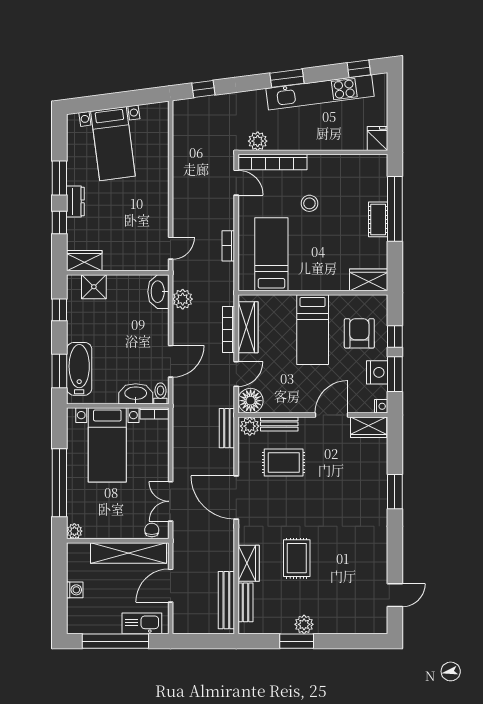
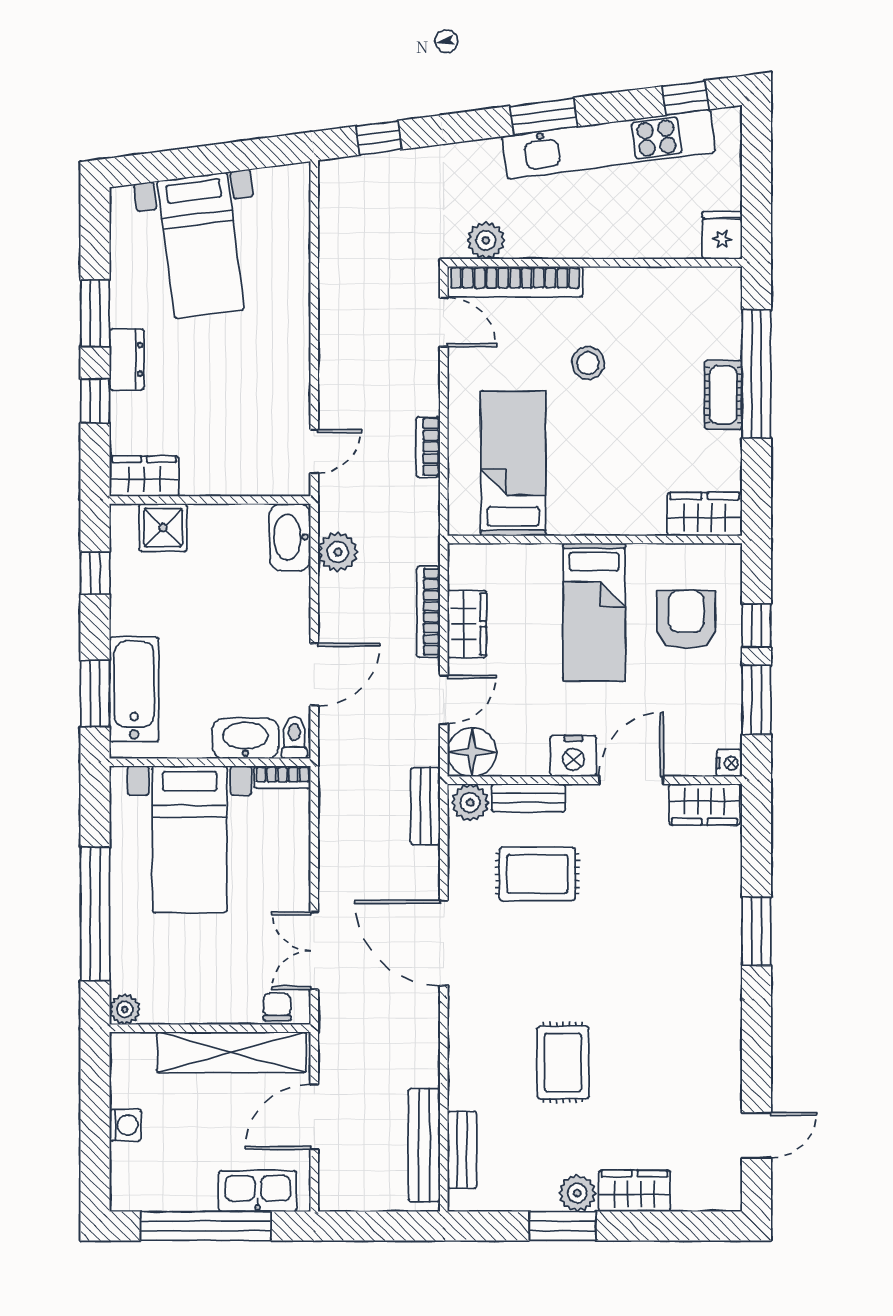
wardrobe: (248, 327) -> (467, 624), width x0.67
nightstand: (377, 372) -> (573, 756), moved, turned 90
wardrobe: (249, 563) -> (634, 1191), moved, turned -90

